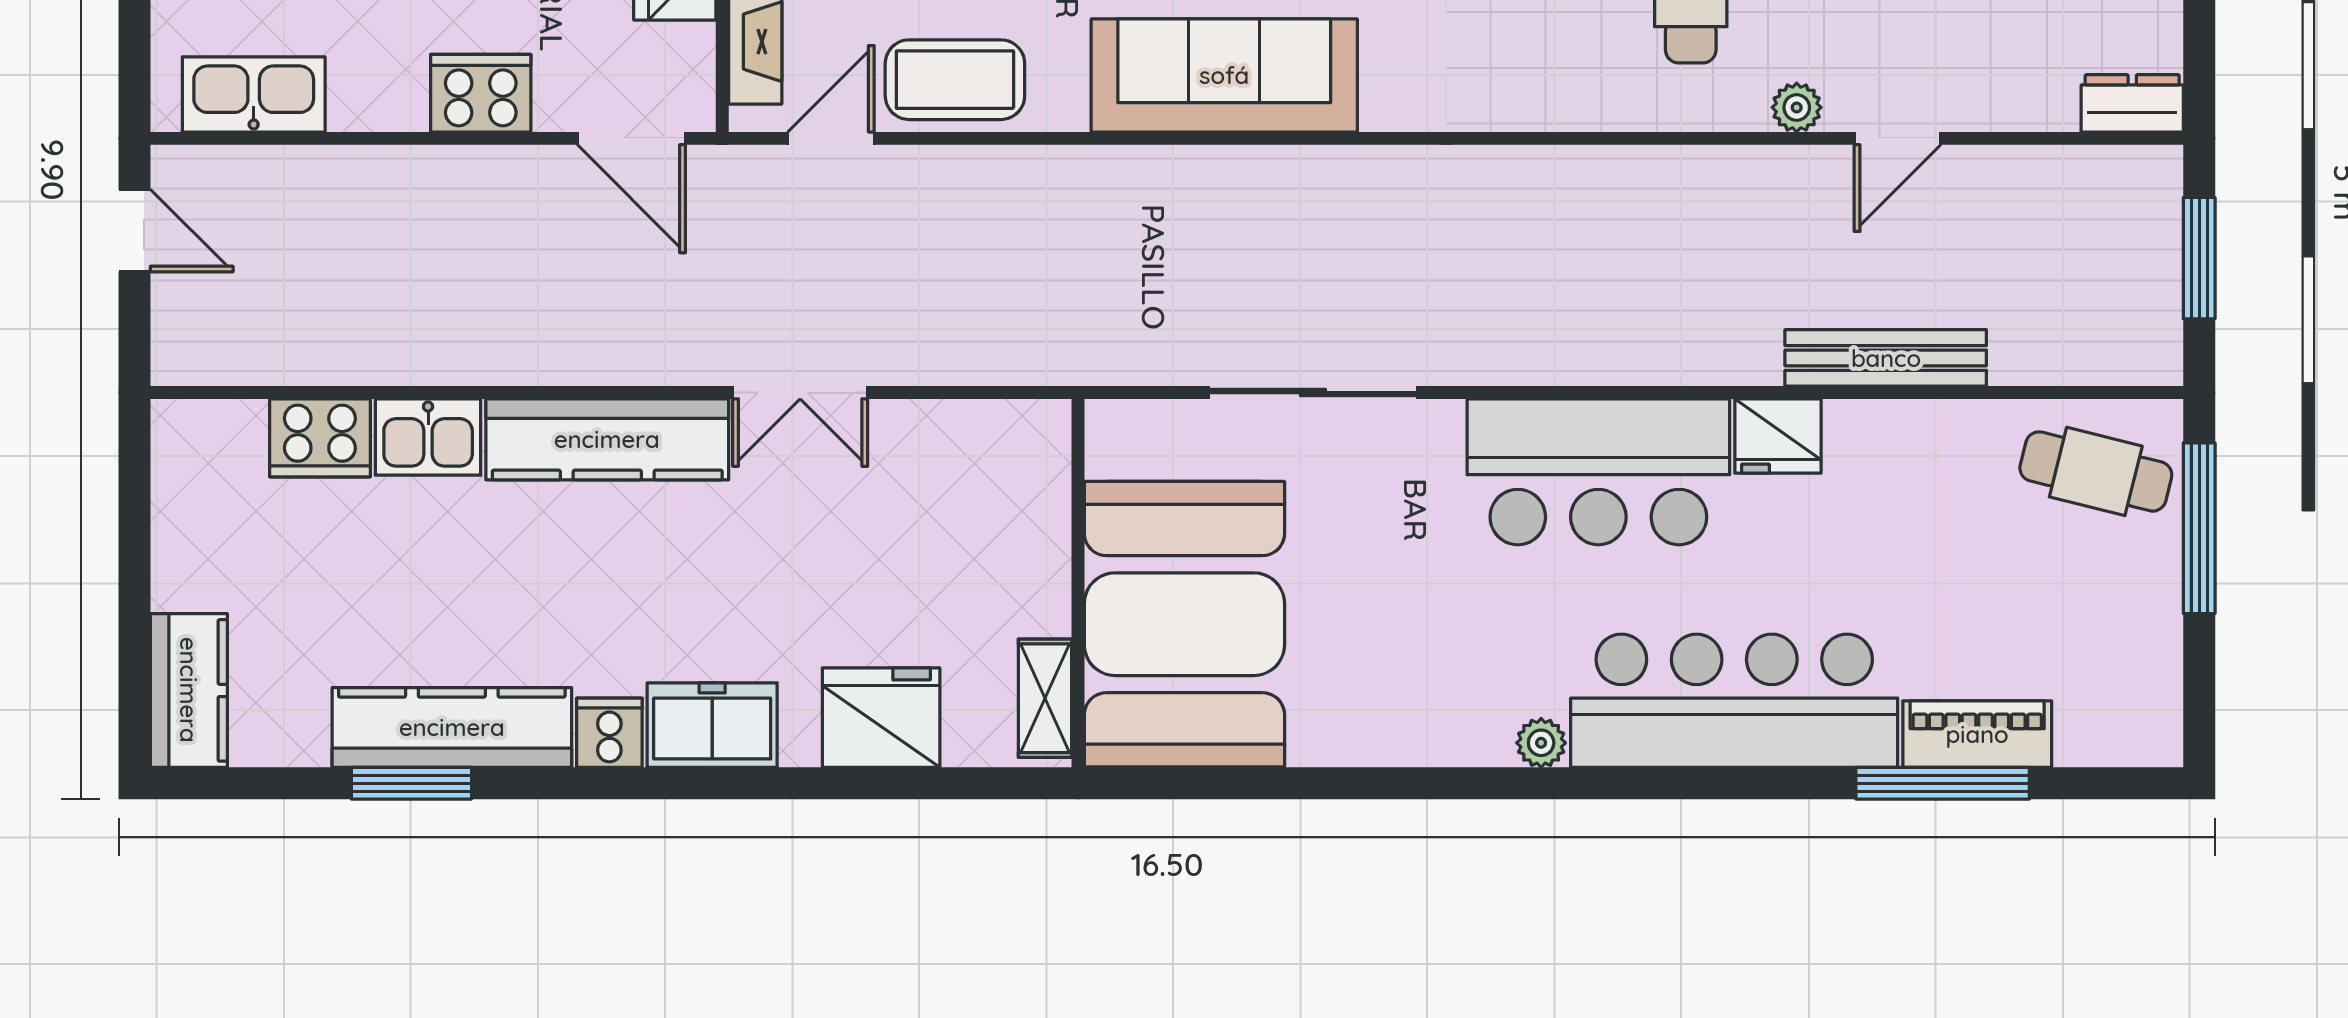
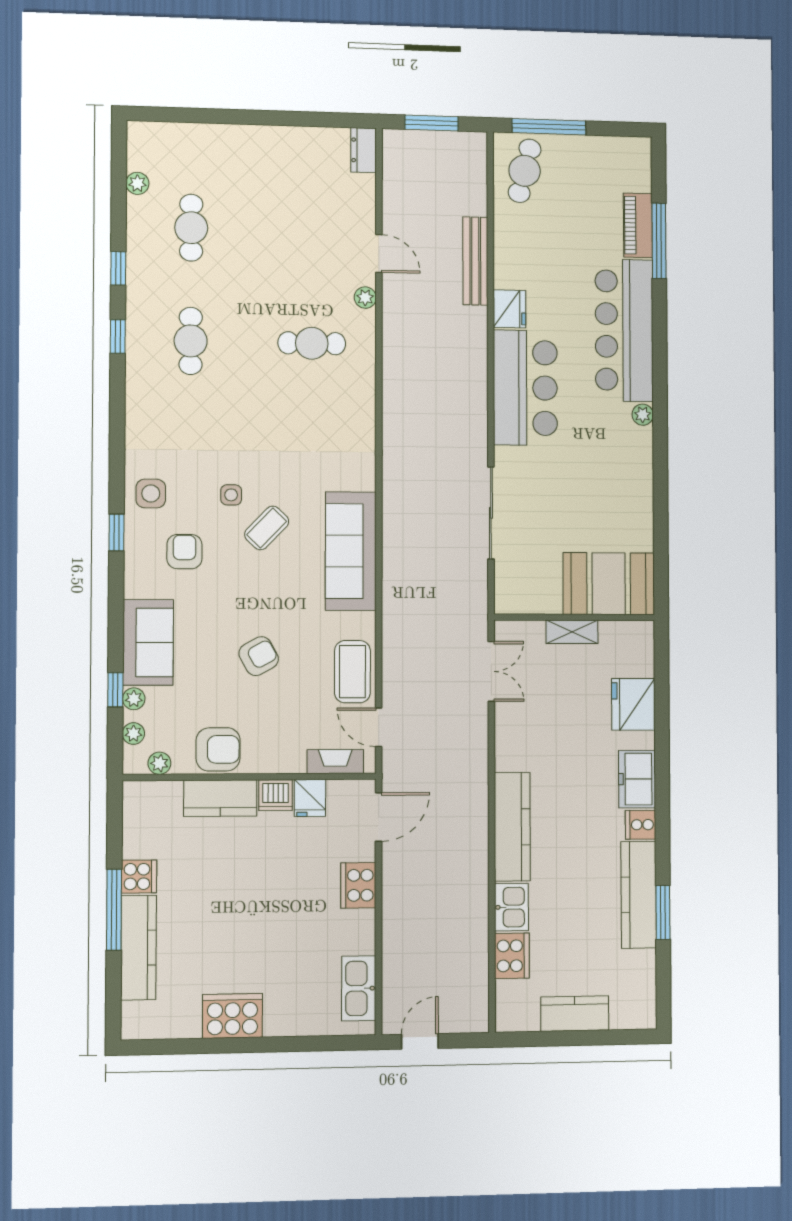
double door: (800, 393) -> (491, 671), moved
booth: (1184, 624) -> (609, 584), width x0.73, depth x0.70
kitchen counter: (189, 690) -> (575, 1014), moved
shelving: (1045, 698) -> (572, 632), moved

